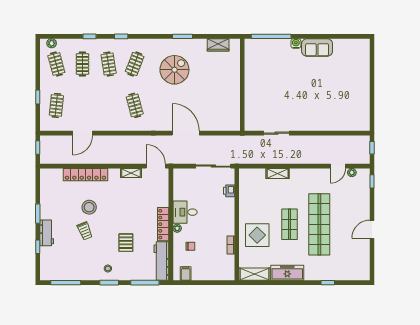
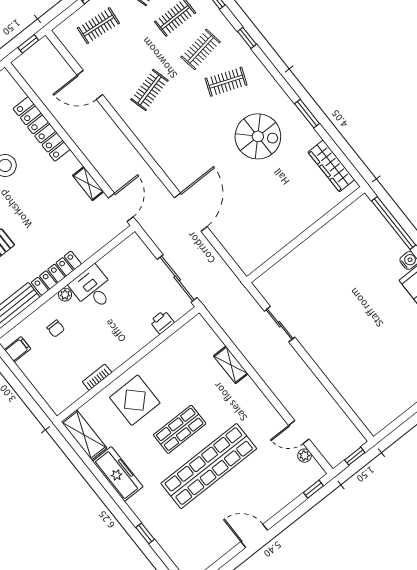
wardrobe: (218, 45) -> (331, 166), width x1.50
clothes rail: (135, 105) -> (149, 90), moved

